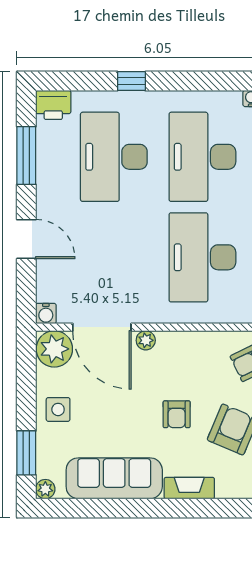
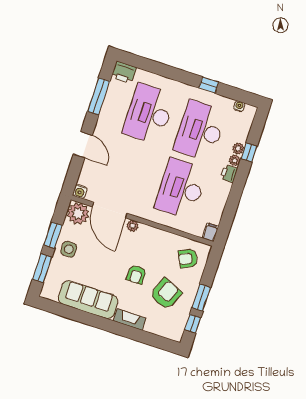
window: (131, 81) -> (209, 85), moved
window: (26, 395) -> (53, 235), added
plant: (45, 489) -> (46, 293), removed

